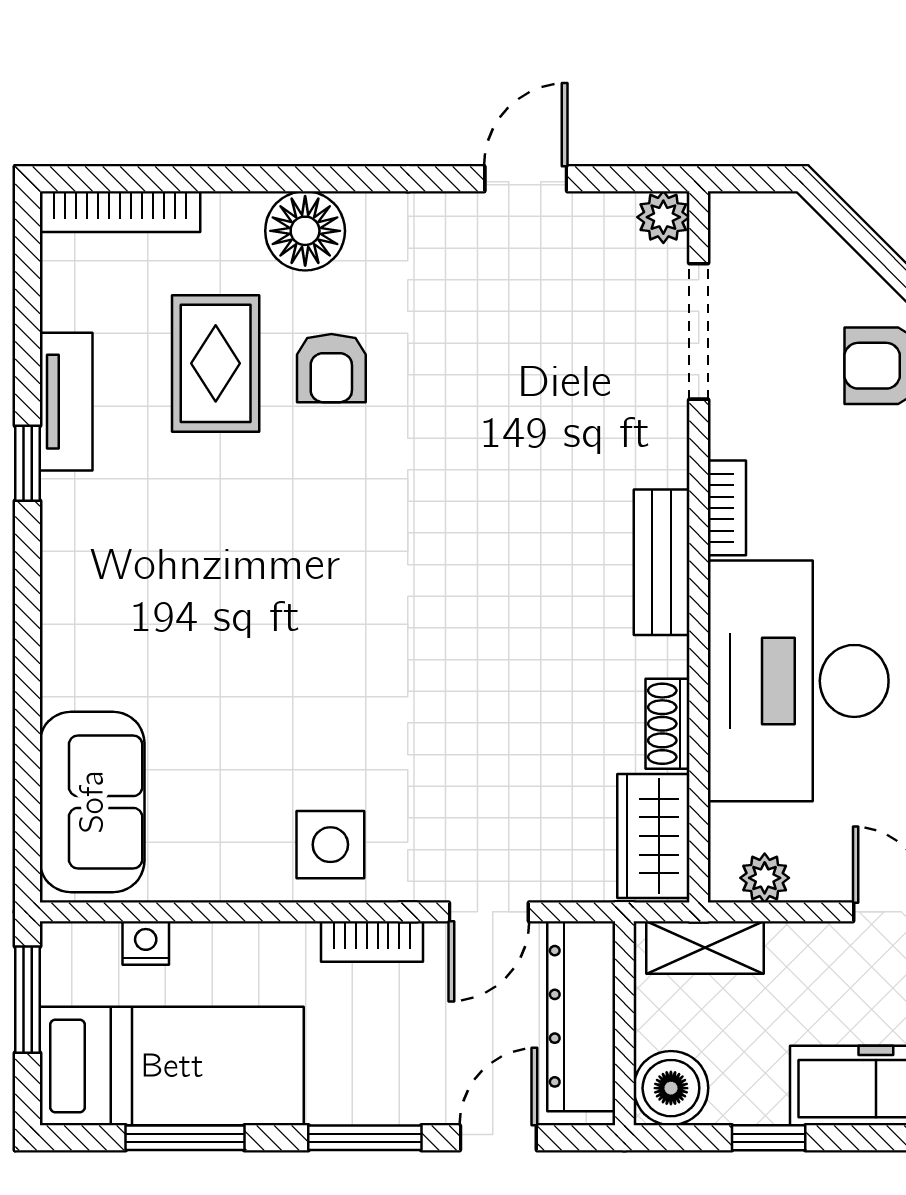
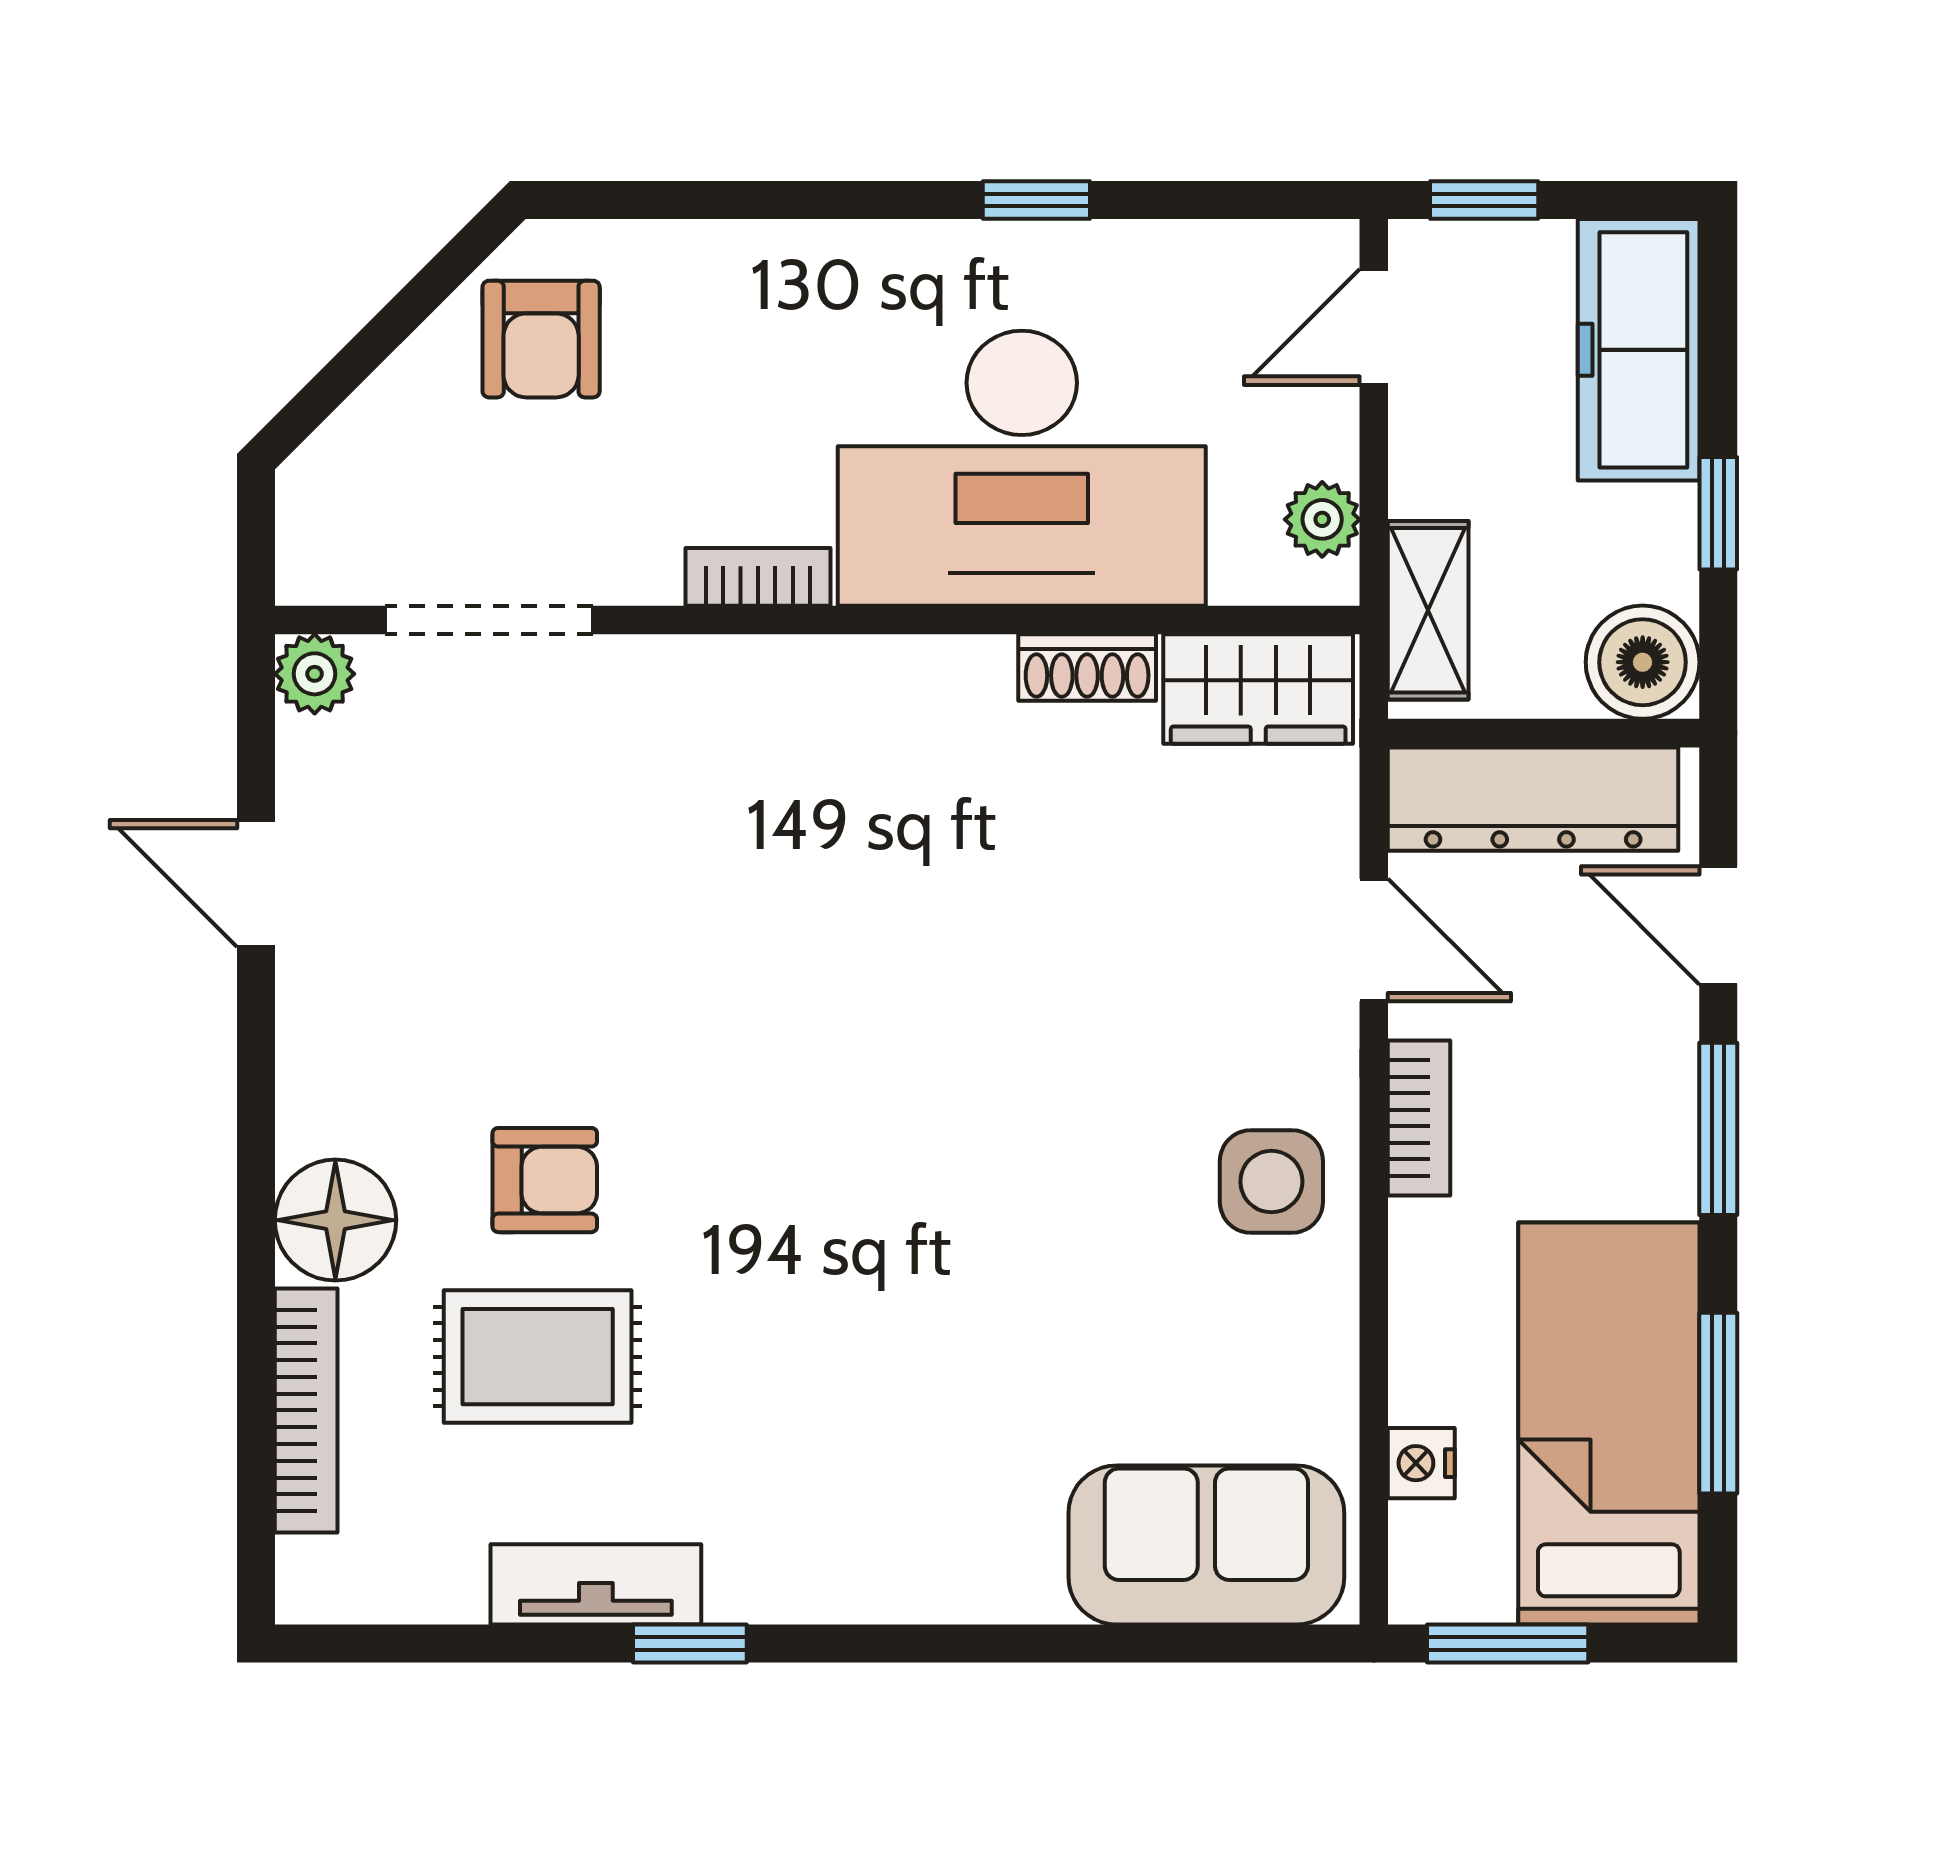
bookcase: (120, 212) -> (306, 1410), moved
bench: (662, 562) -> (841, 676), removed

